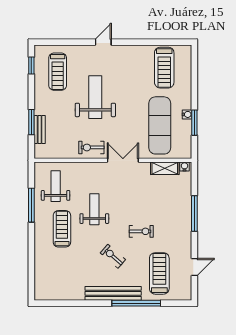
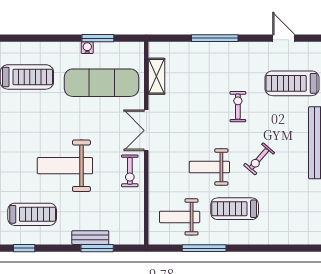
bench: (40, 130) -> (90, 238), moved
water cooler: (184, 167) -> (154, 51), removed
exercise bike: (113, 256) -> (259, 159), moved

